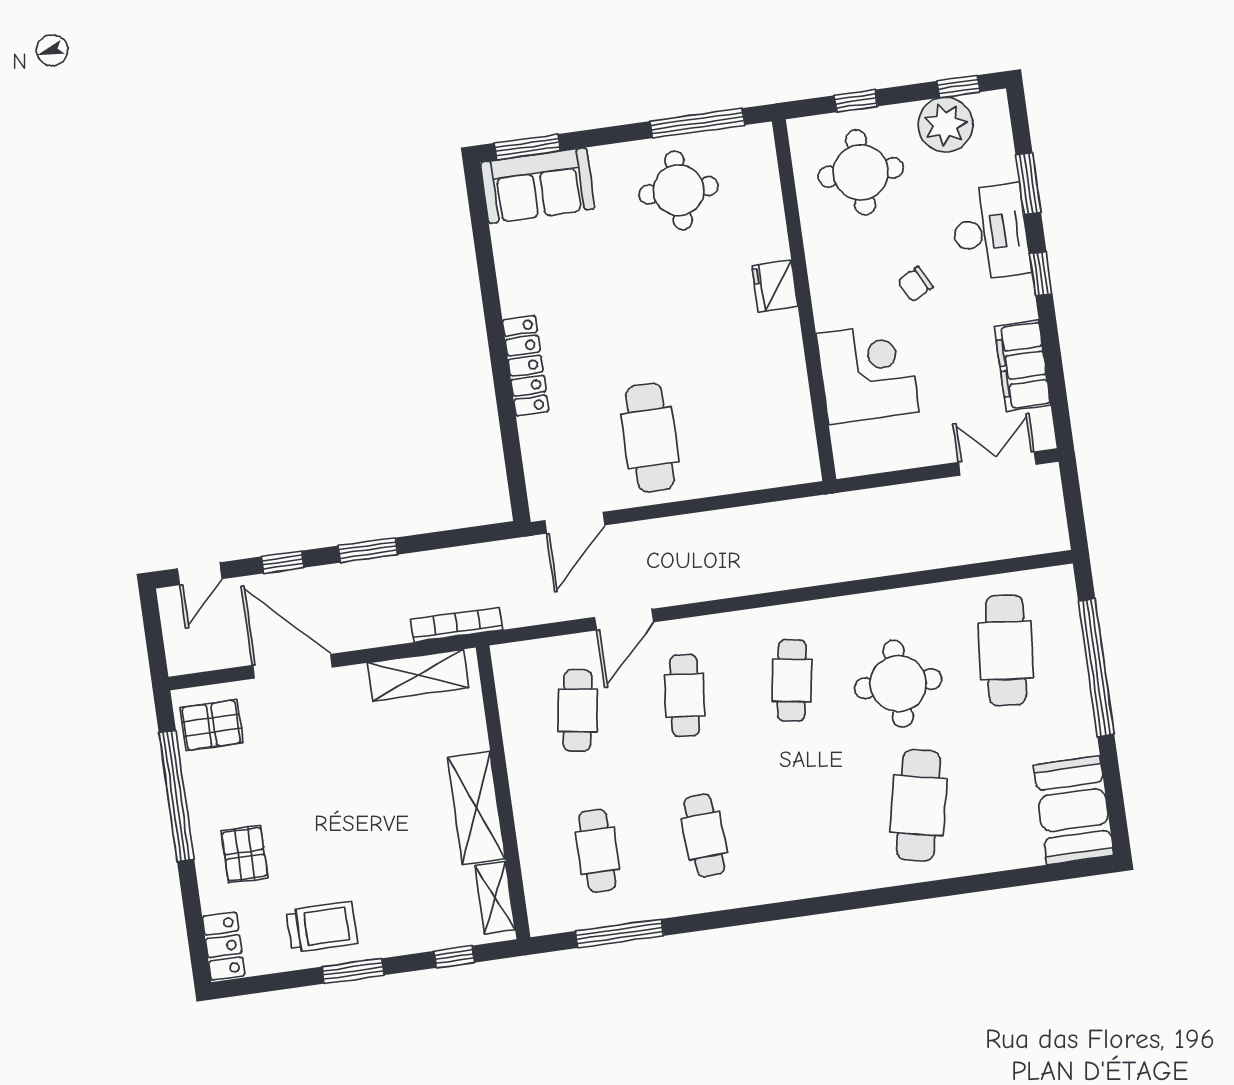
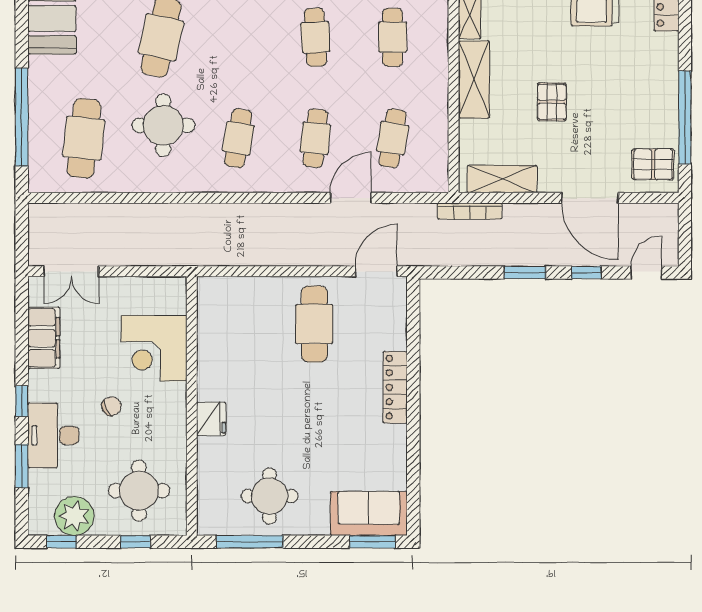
pallet: (245, 854) -> (552, 102), moved

